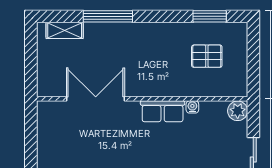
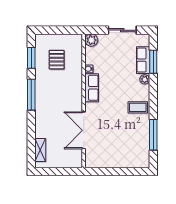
window: (108, 16) -> (31, 95), moved

